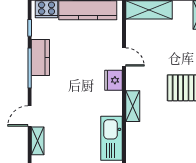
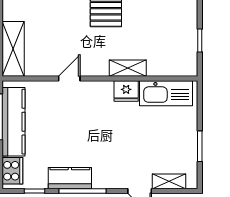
fridge: (113, 80) -> (126, 91), moved

